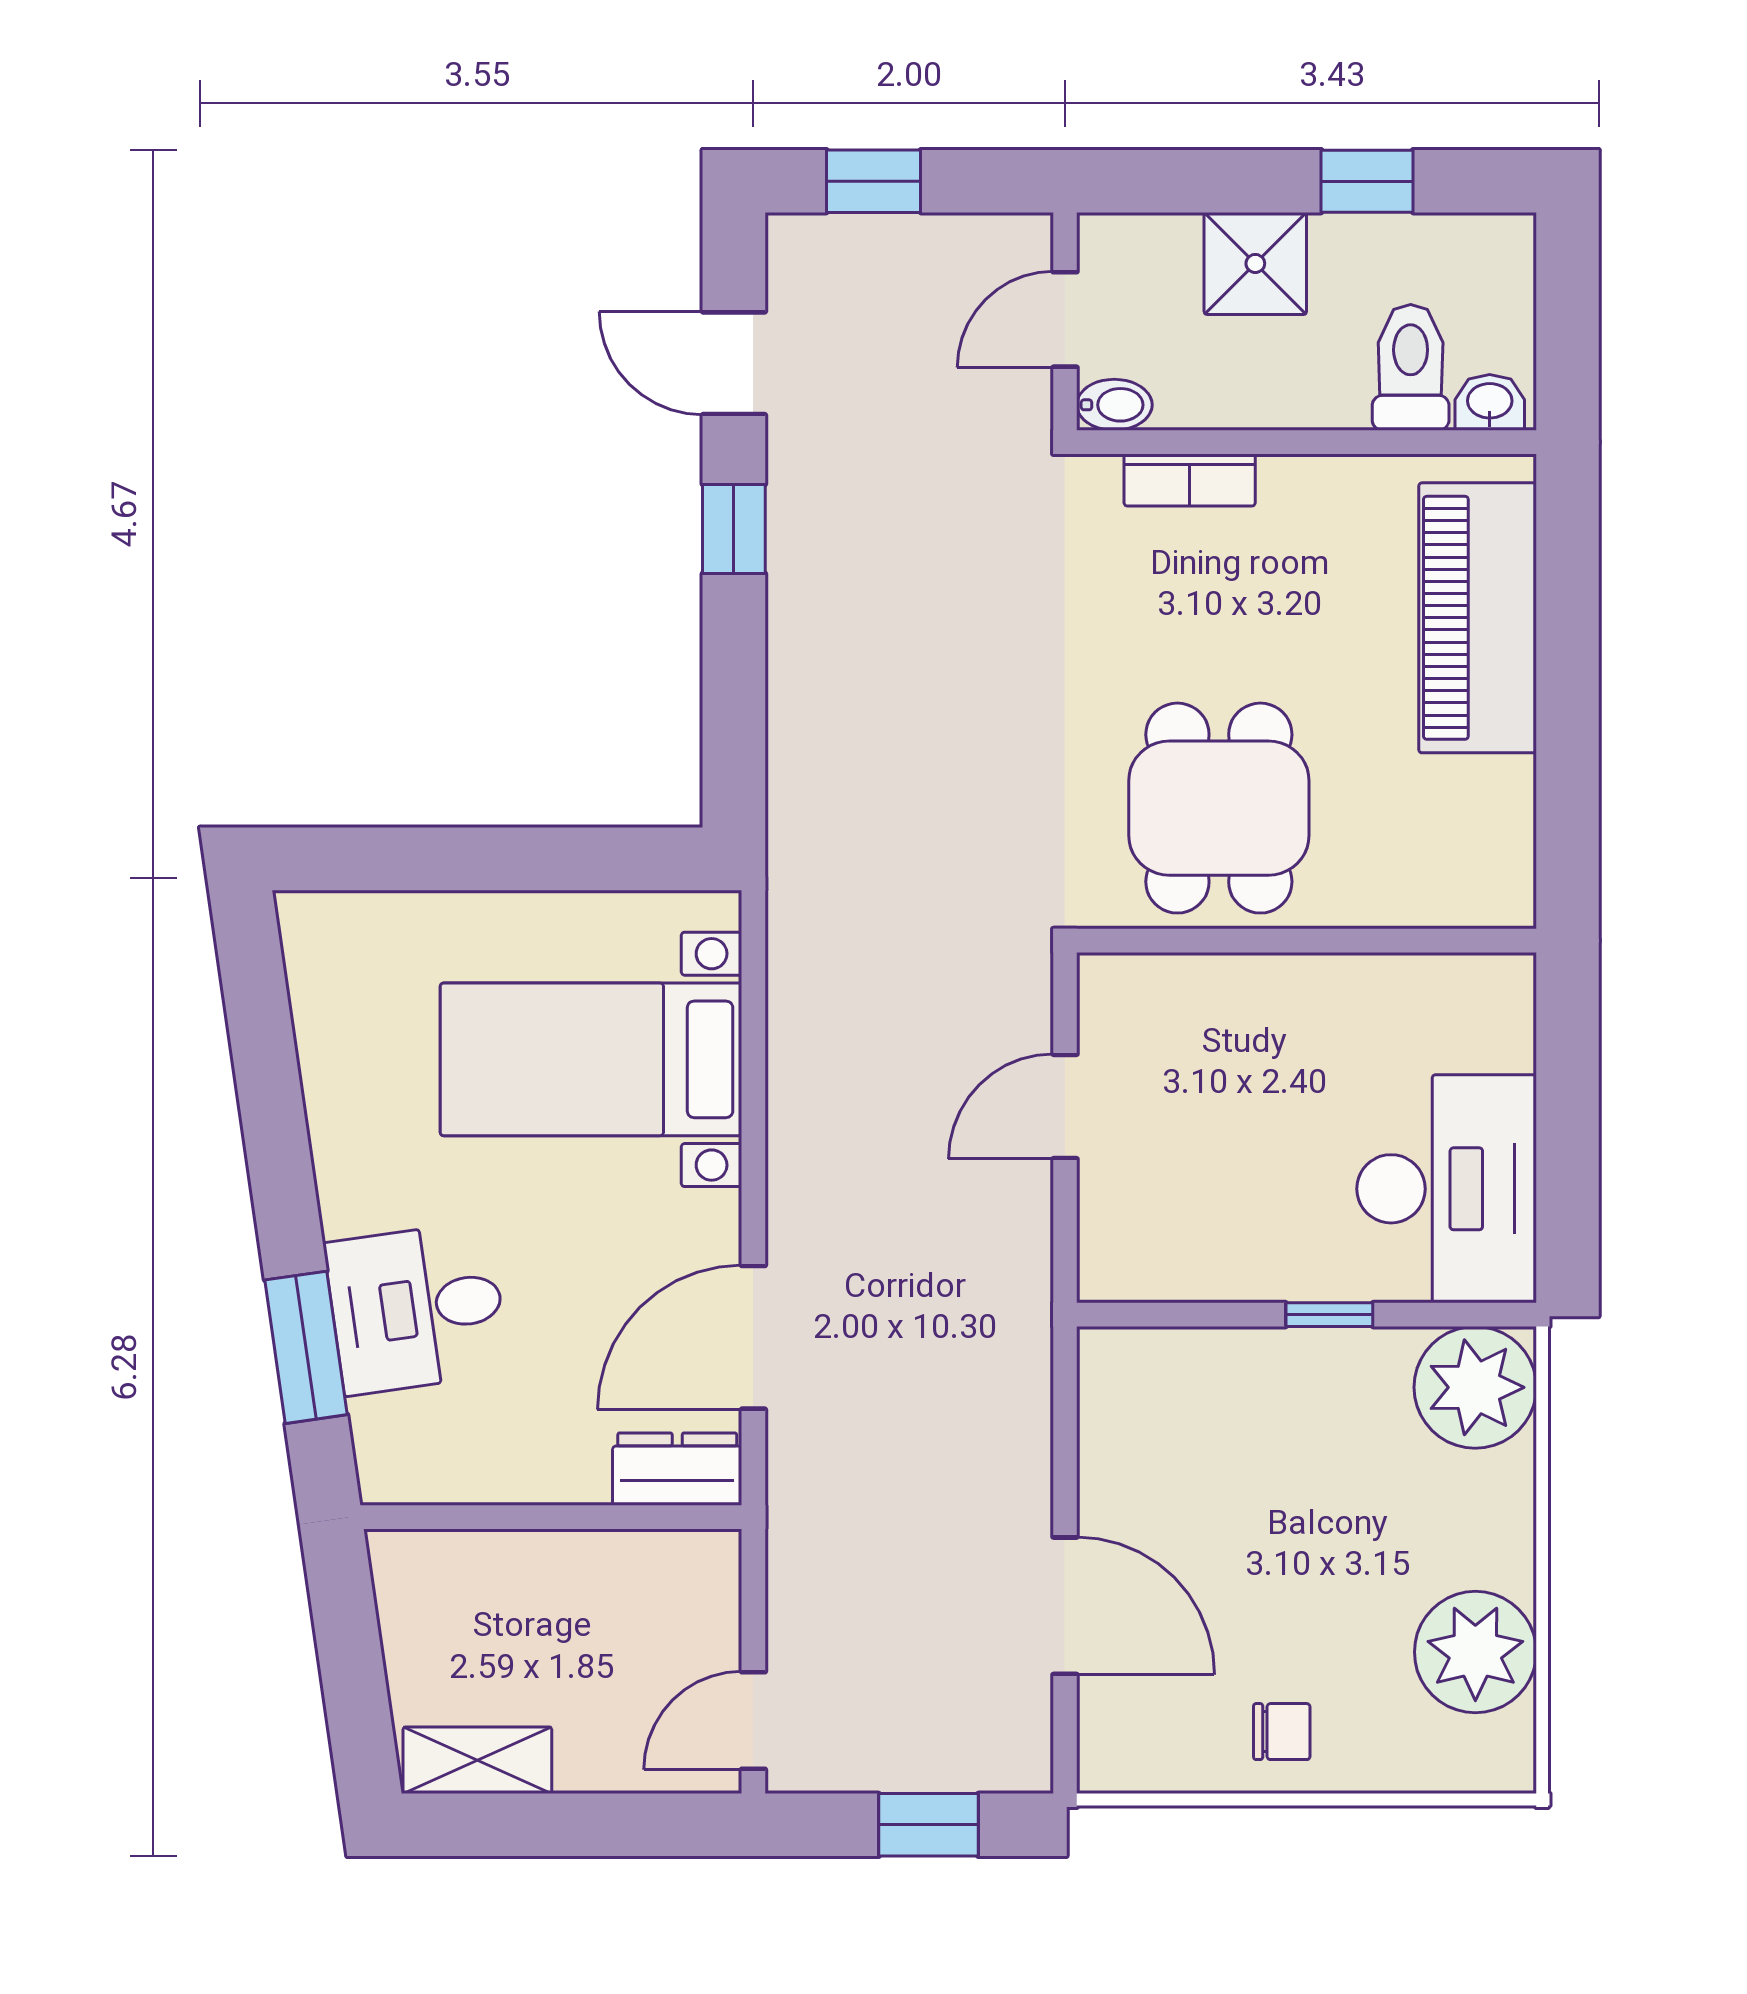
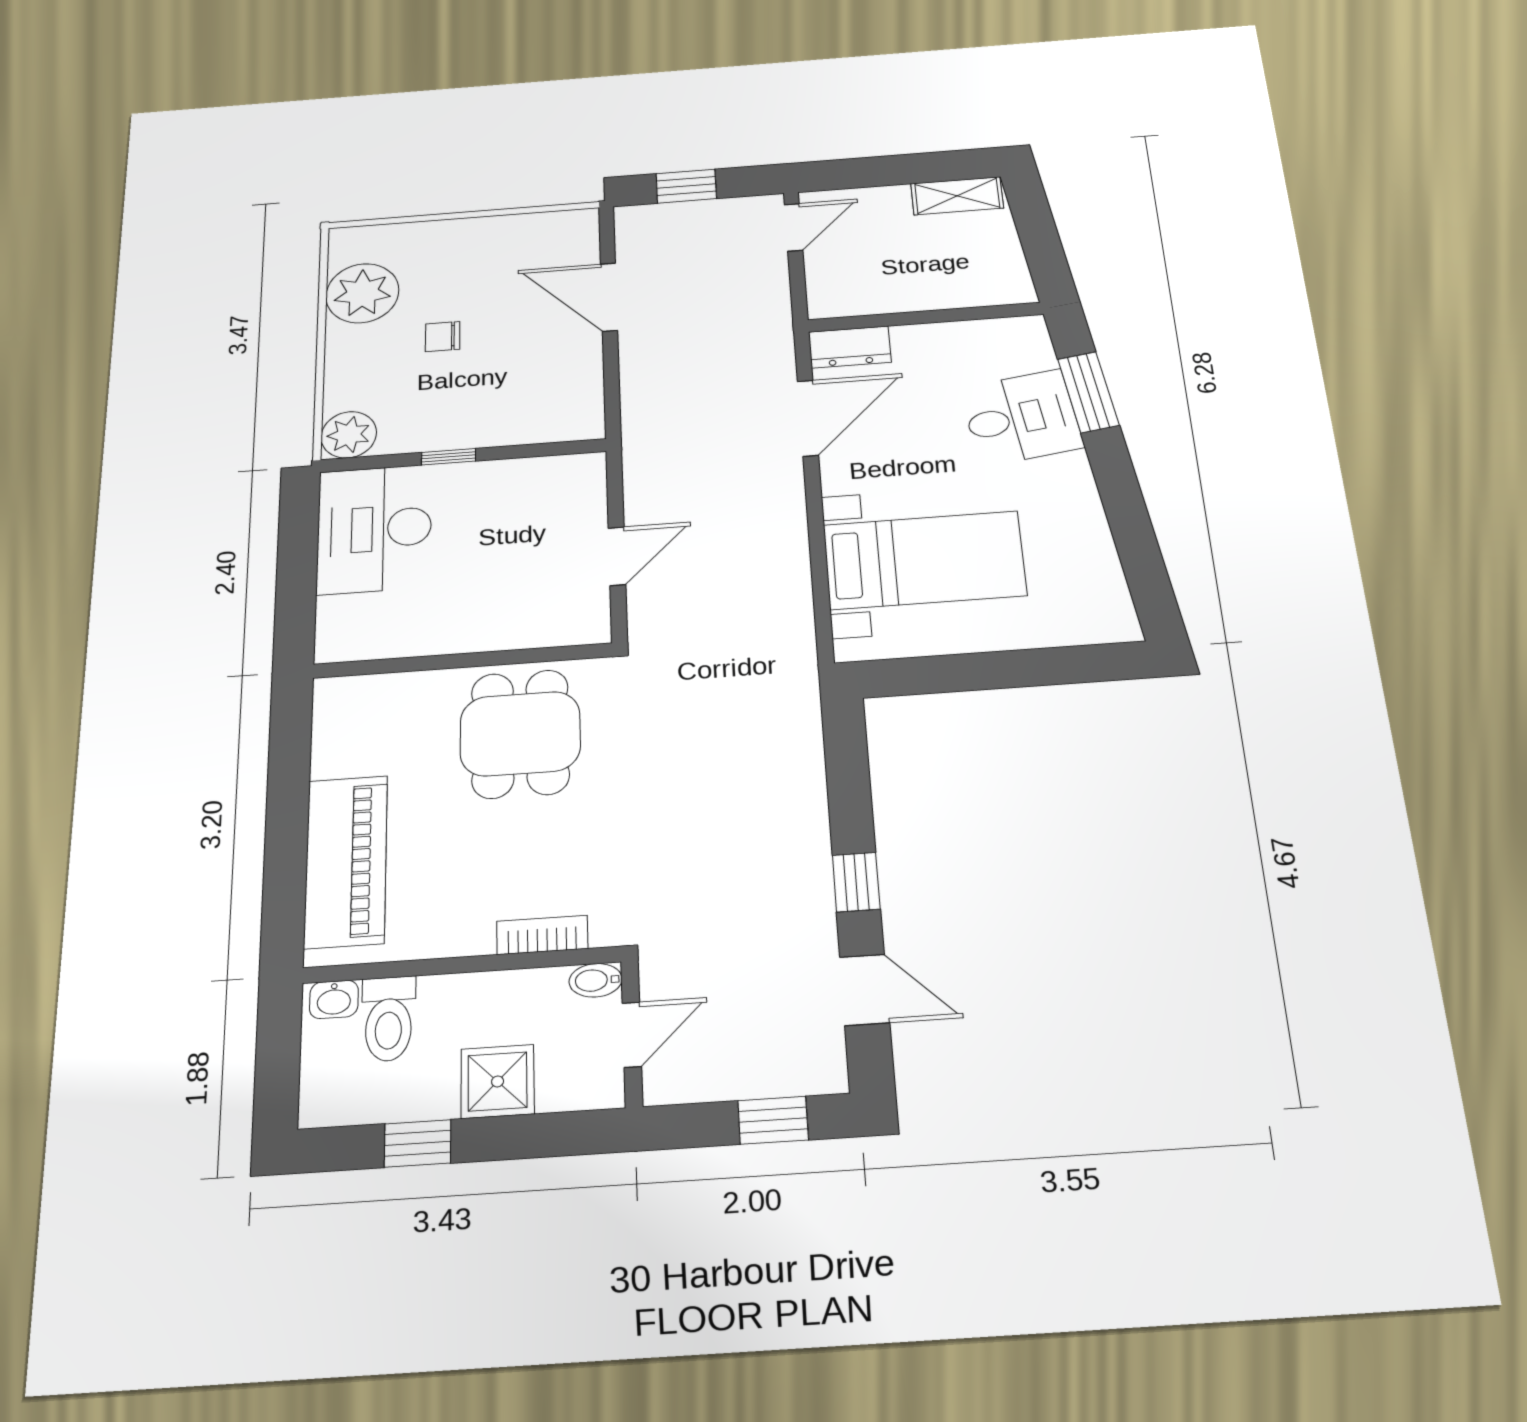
plant: (1475, 1387) -> (349, 435), width x0.73, depth x0.73
chair: (1282, 1732) -> (443, 337), moved

